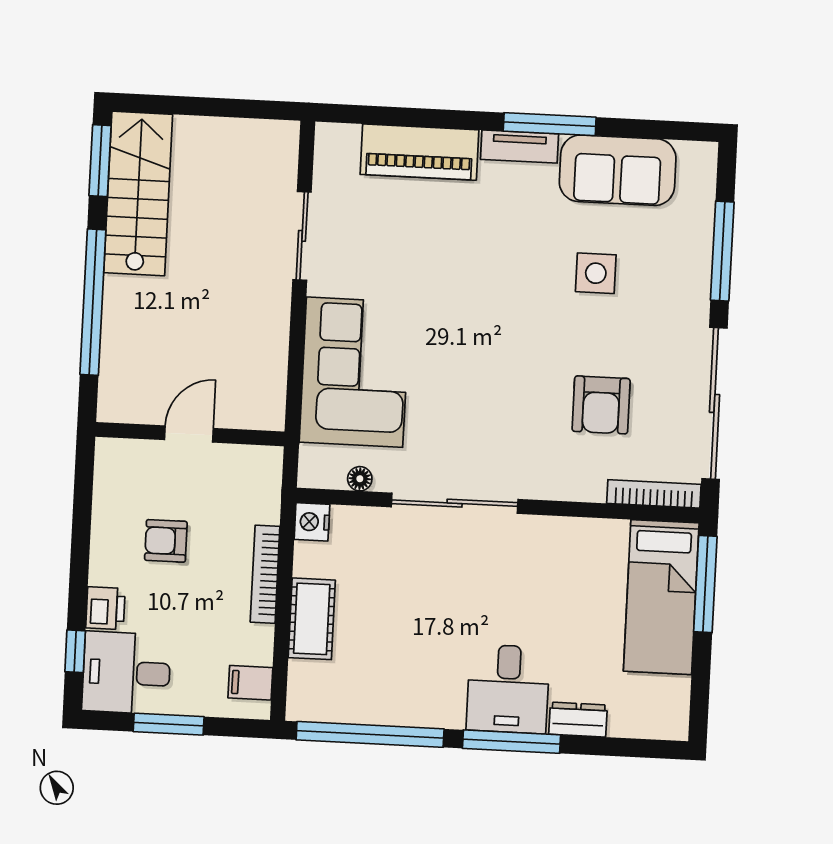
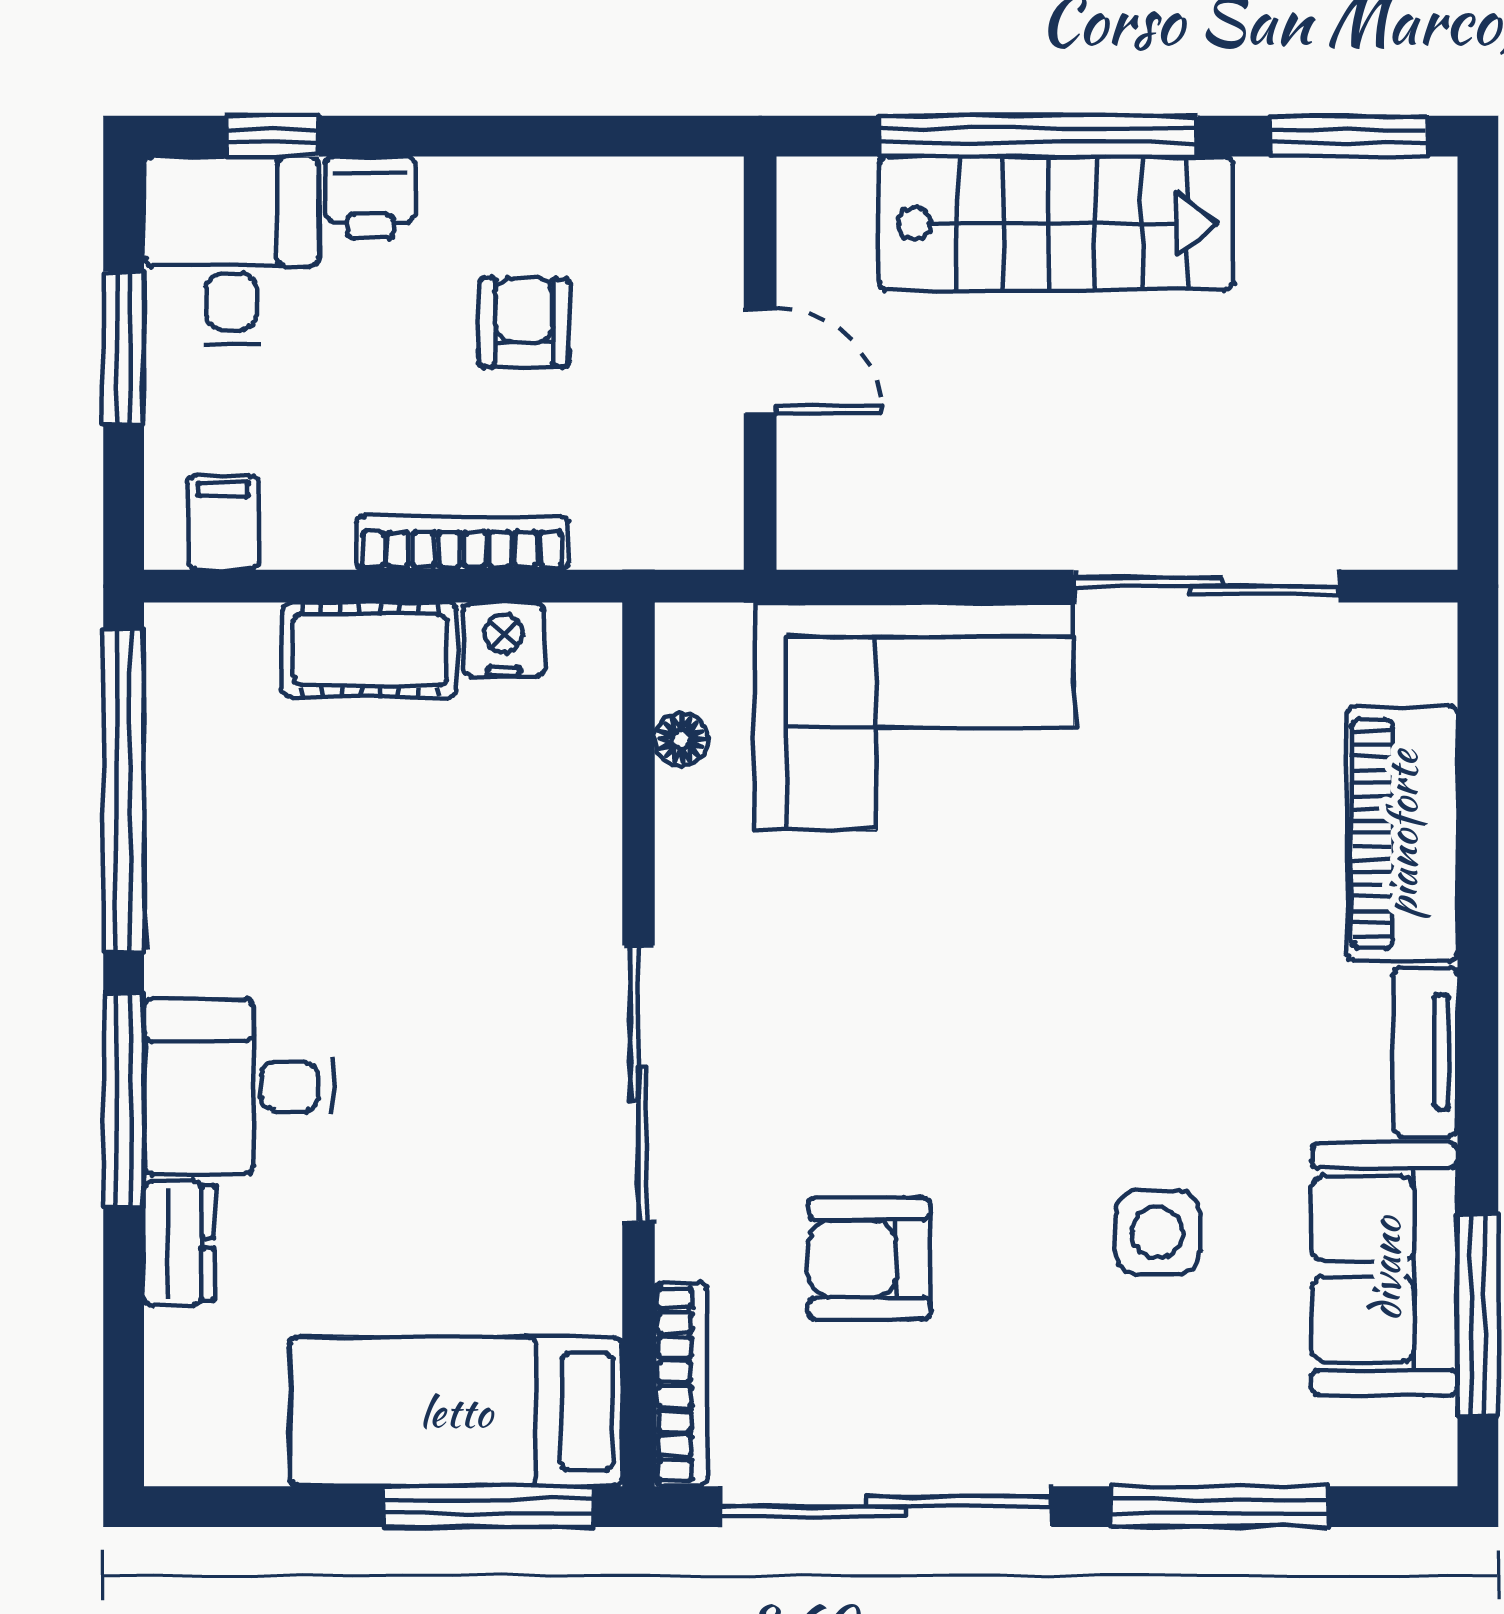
window: (550, 124) -> (1478, 1315), moved
stairs: (138, 193) -> (1056, 223), moved
sliding door: (302, 236) -> (1206, 586), width x1.37
sliding door: (455, 503) -> (639, 1084), moved
nightstand: (312, 522) -> (504, 639), moved

